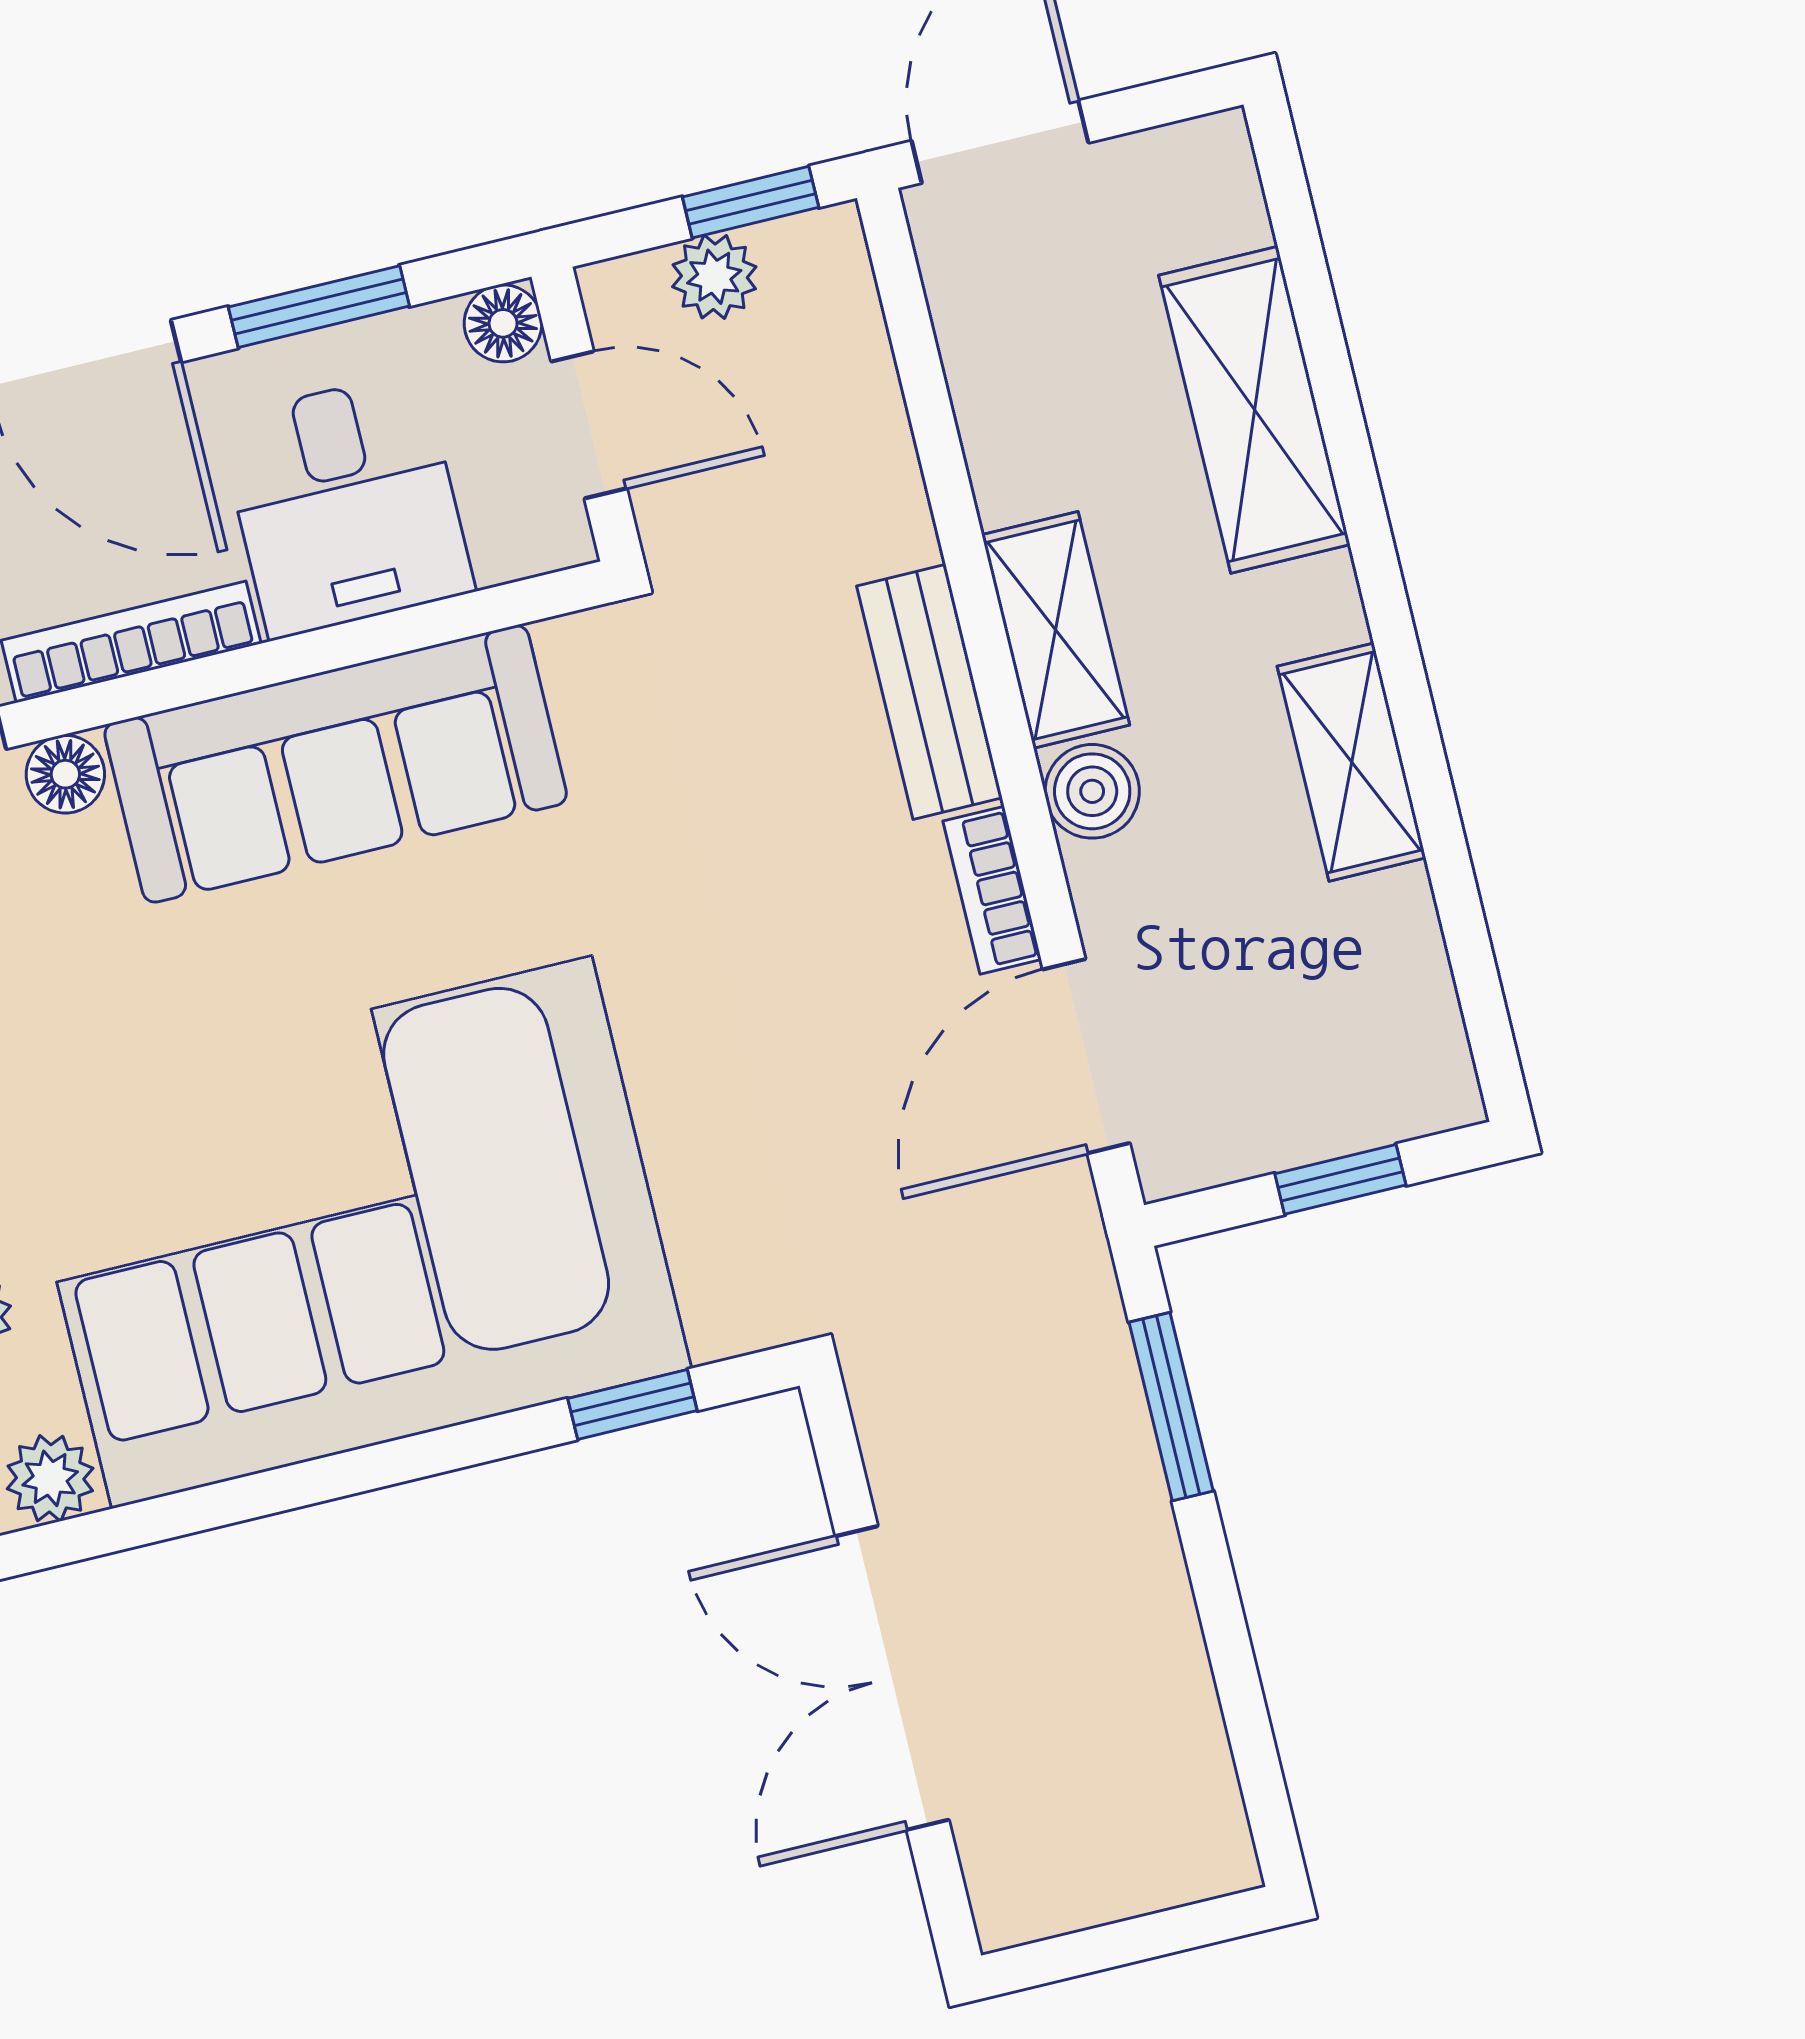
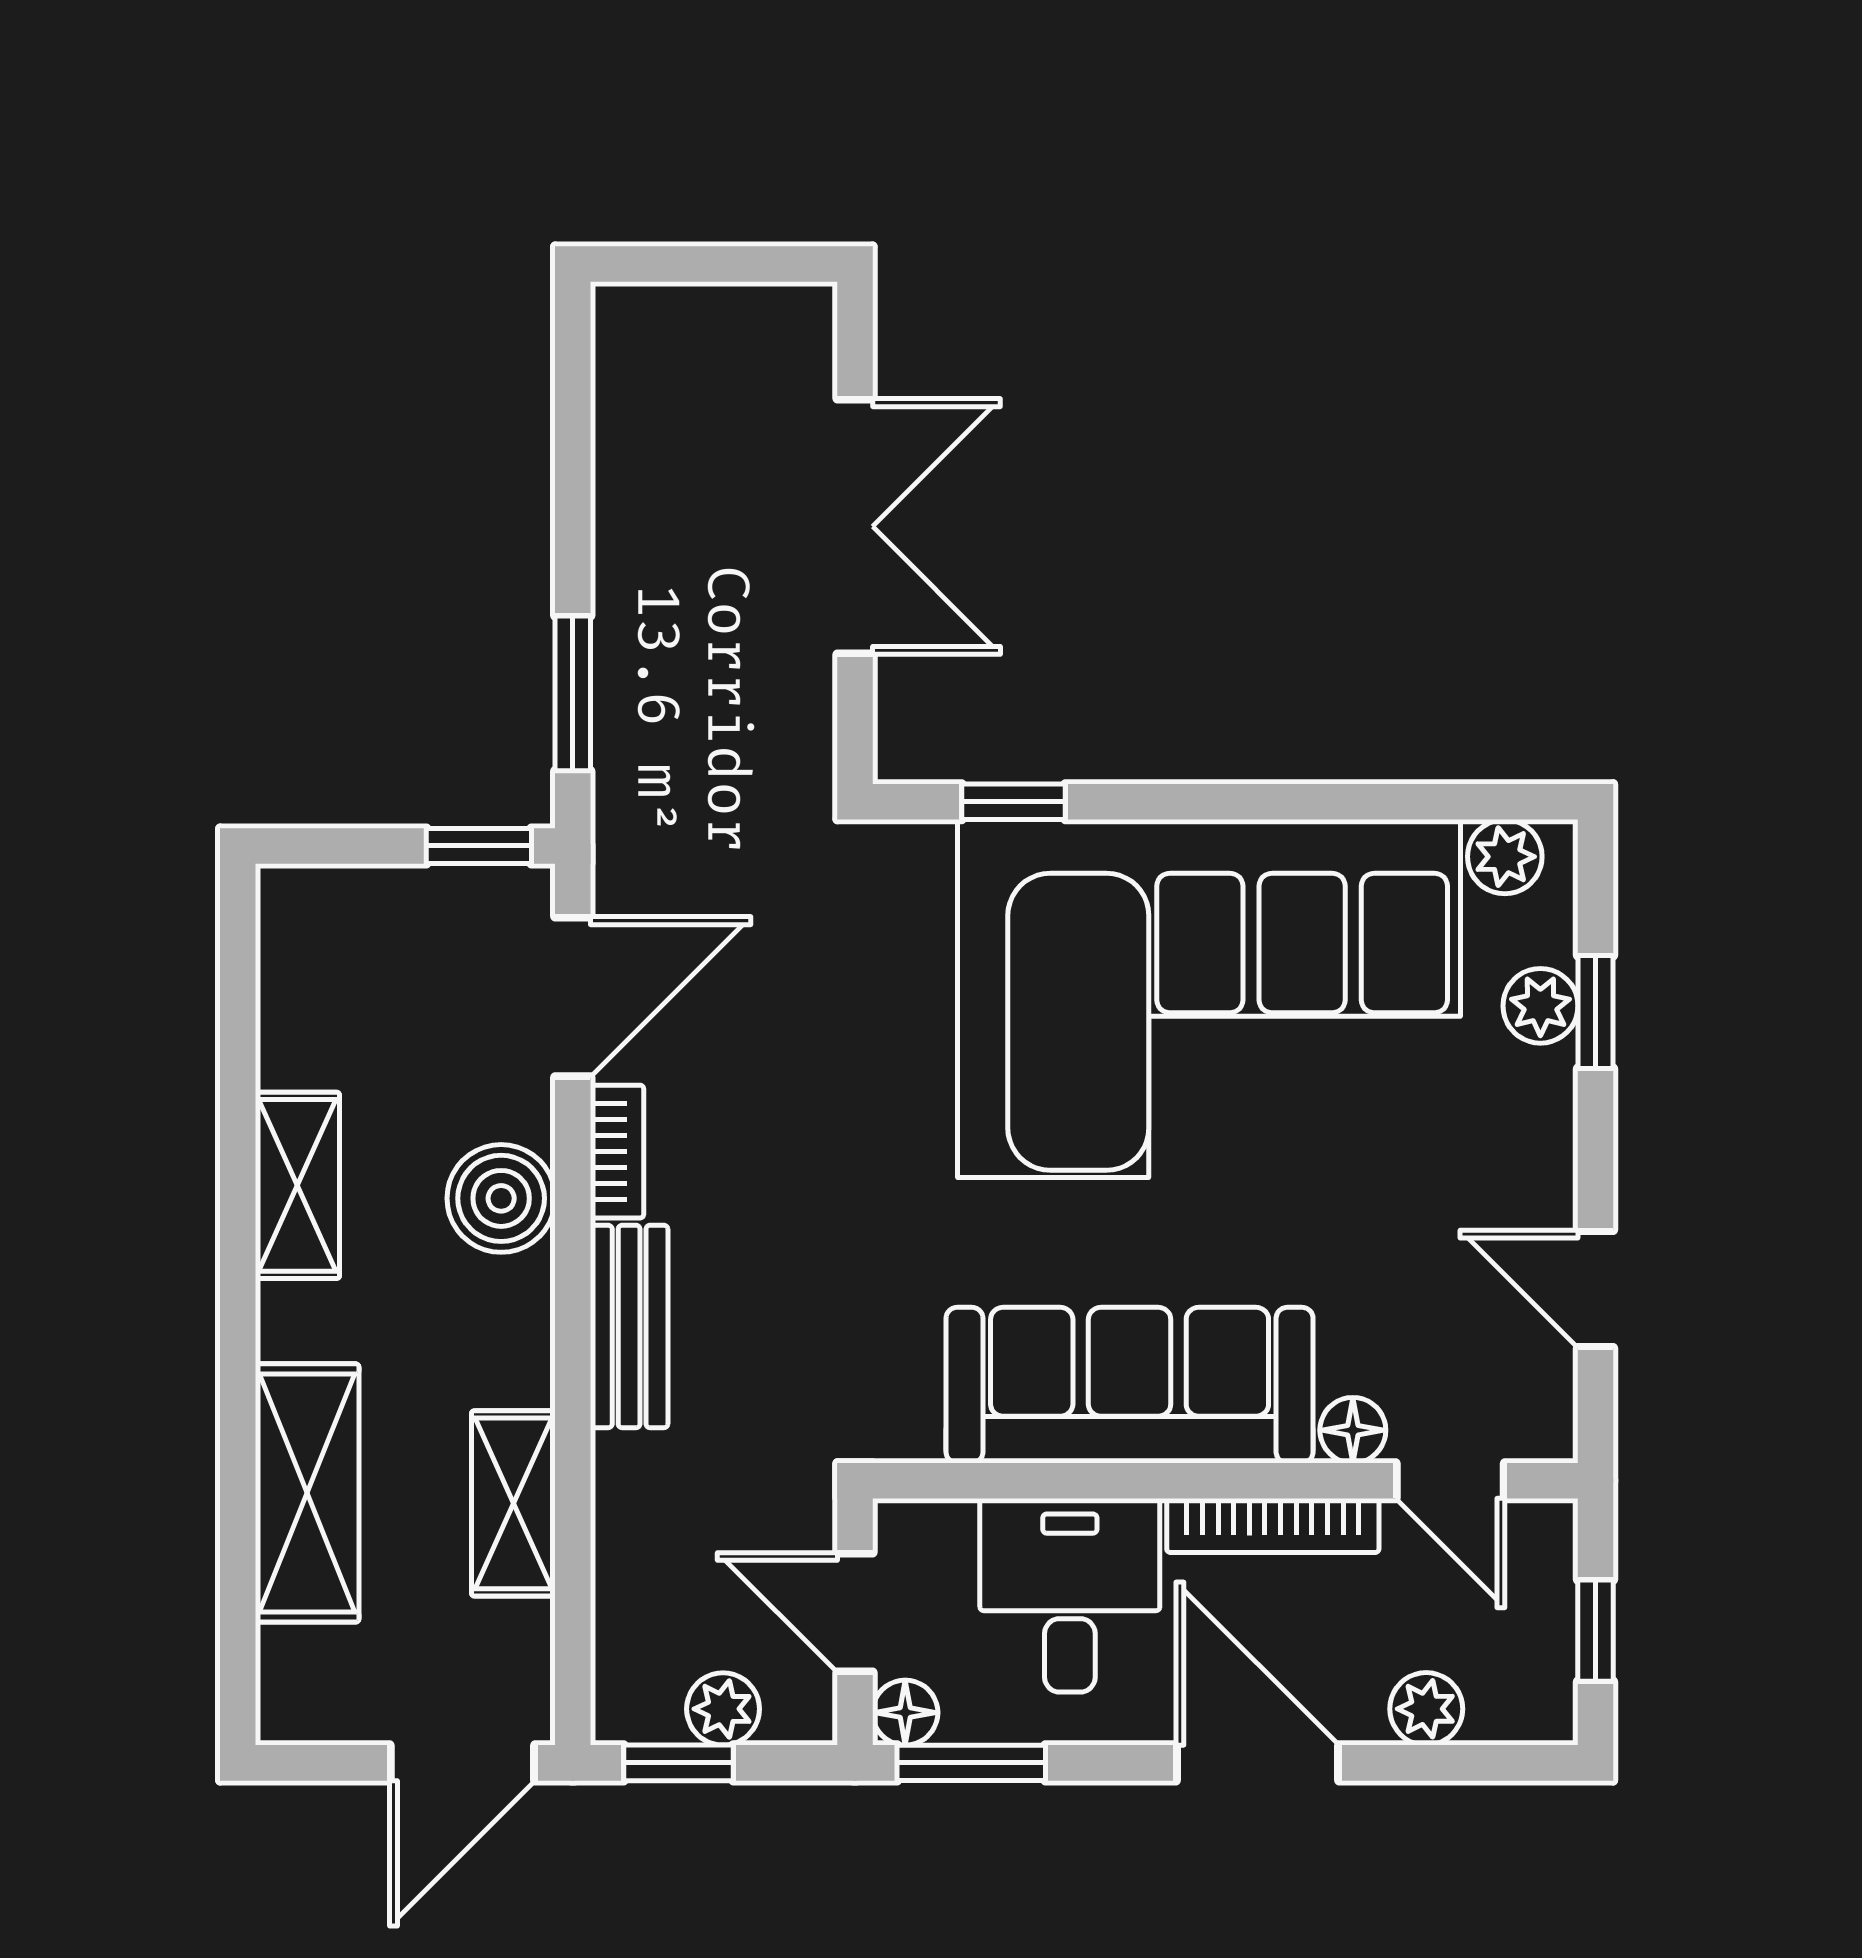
window: (319, 307) -> (971, 1763), moved
shelving: (1056, 630) -> (513, 1503), moved
boiler: (1092, 791) -> (501, 1198), width x1.36, depth x1.36
window: (1340, 1179) -> (479, 846), moved

